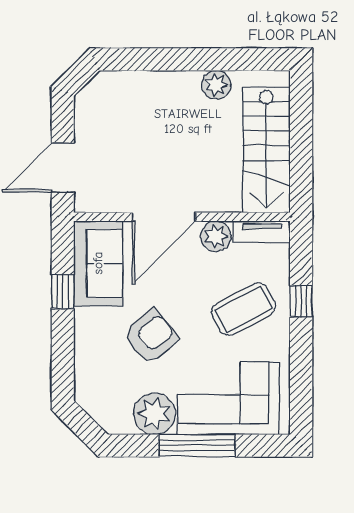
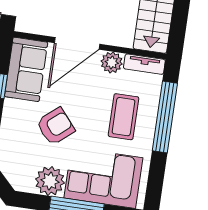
window: (301, 301) -> (165, 117), width x3.17
coffee table: (243, 309) -> (123, 117), turned -62

